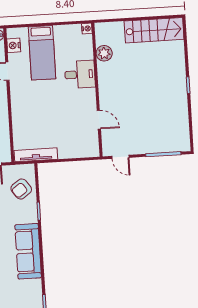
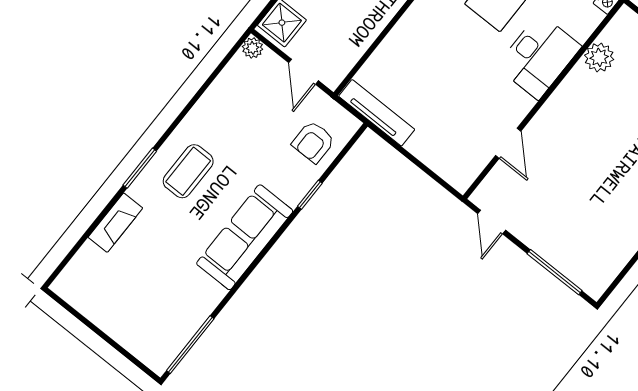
desk: (80, 74) -> (539, 56), width x1.37
armchair: (21, 189) -> (313, 142), turned -54

